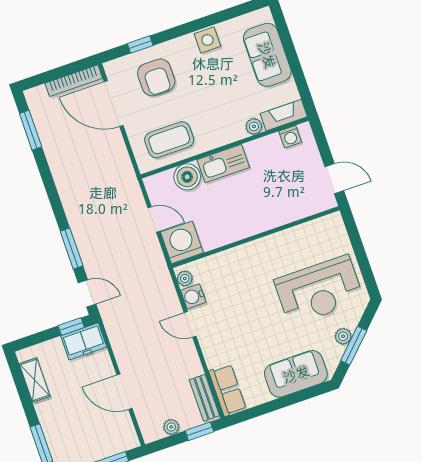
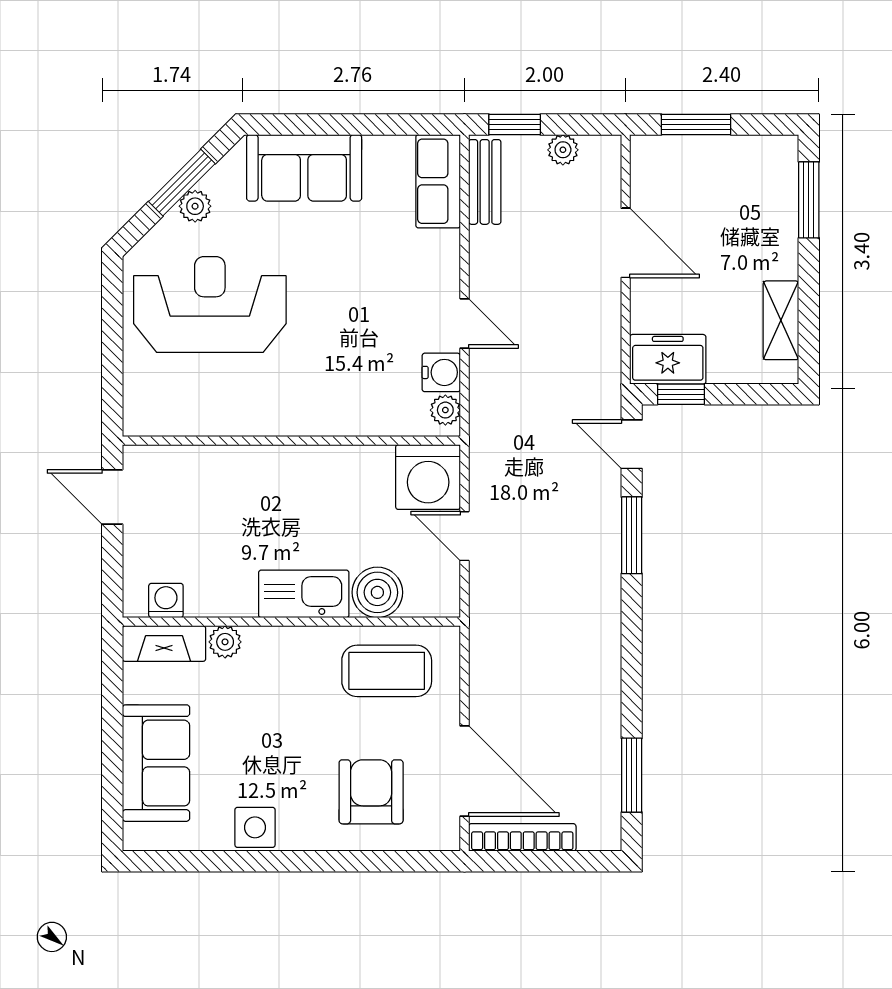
window: (140, 45) -> (380, 861), removed

